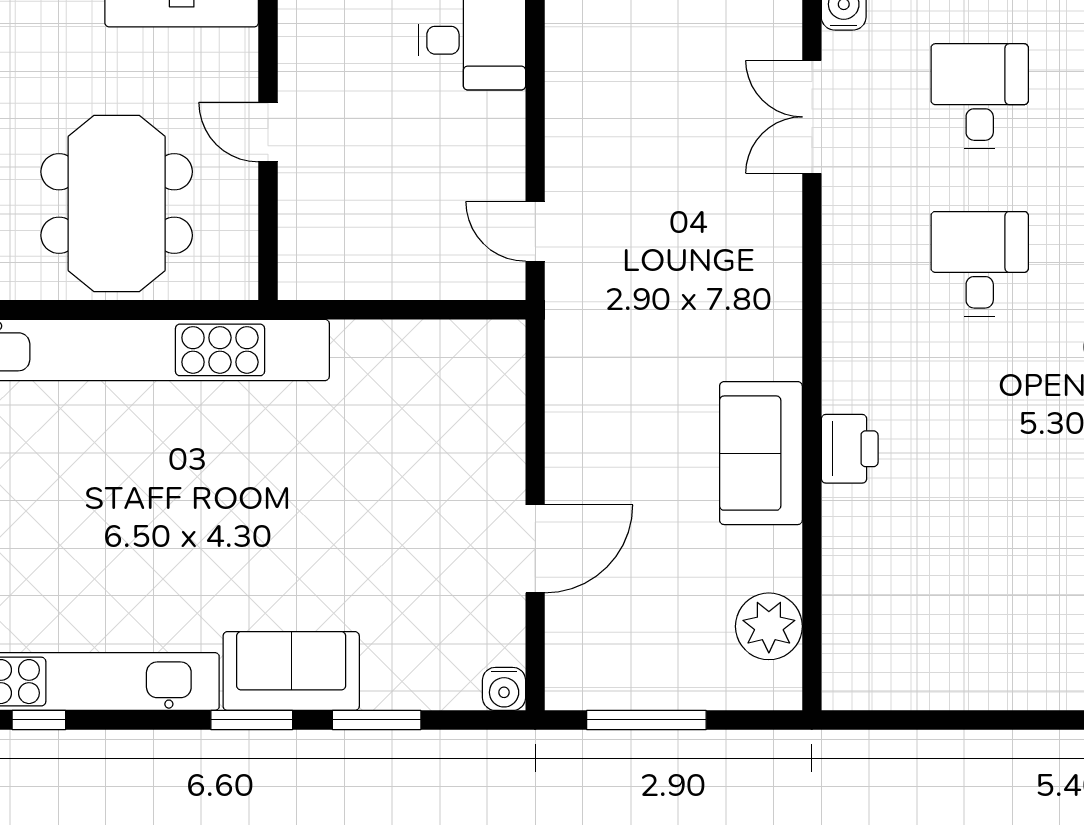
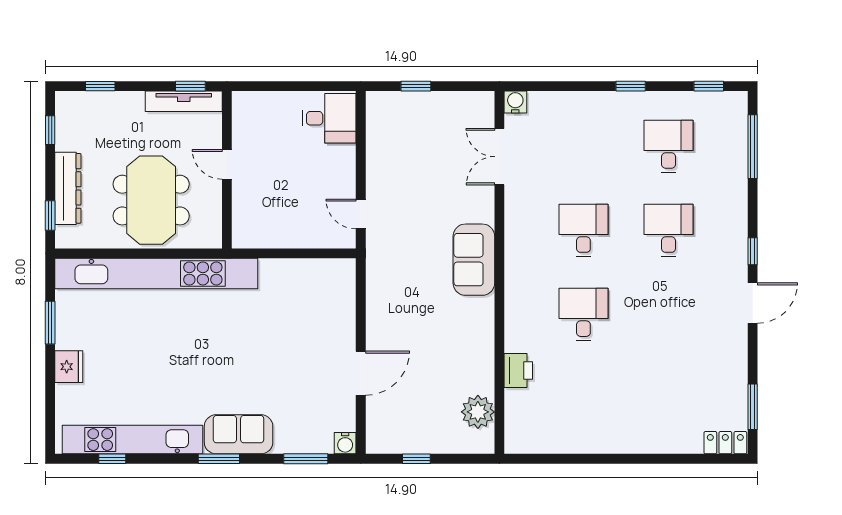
desk: (980, 96) -> (583, 314), moved
printer: (850, 449) -> (518, 371), moved
sofa: (761, 453) -> (474, 260), moved
window: (377, 720) -> (306, 459), moved
window: (646, 720) -> (416, 459), width x0.46

